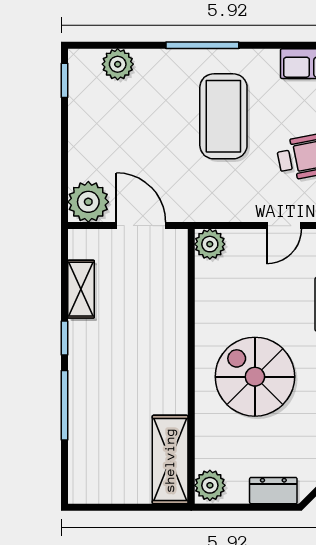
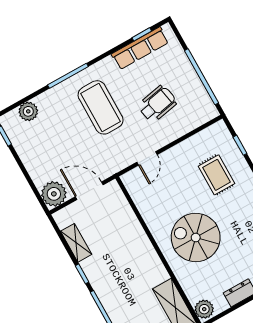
door: (284, 226) -> (147, 158), moved
plant: (210, 244) -> (132, 180), removed

